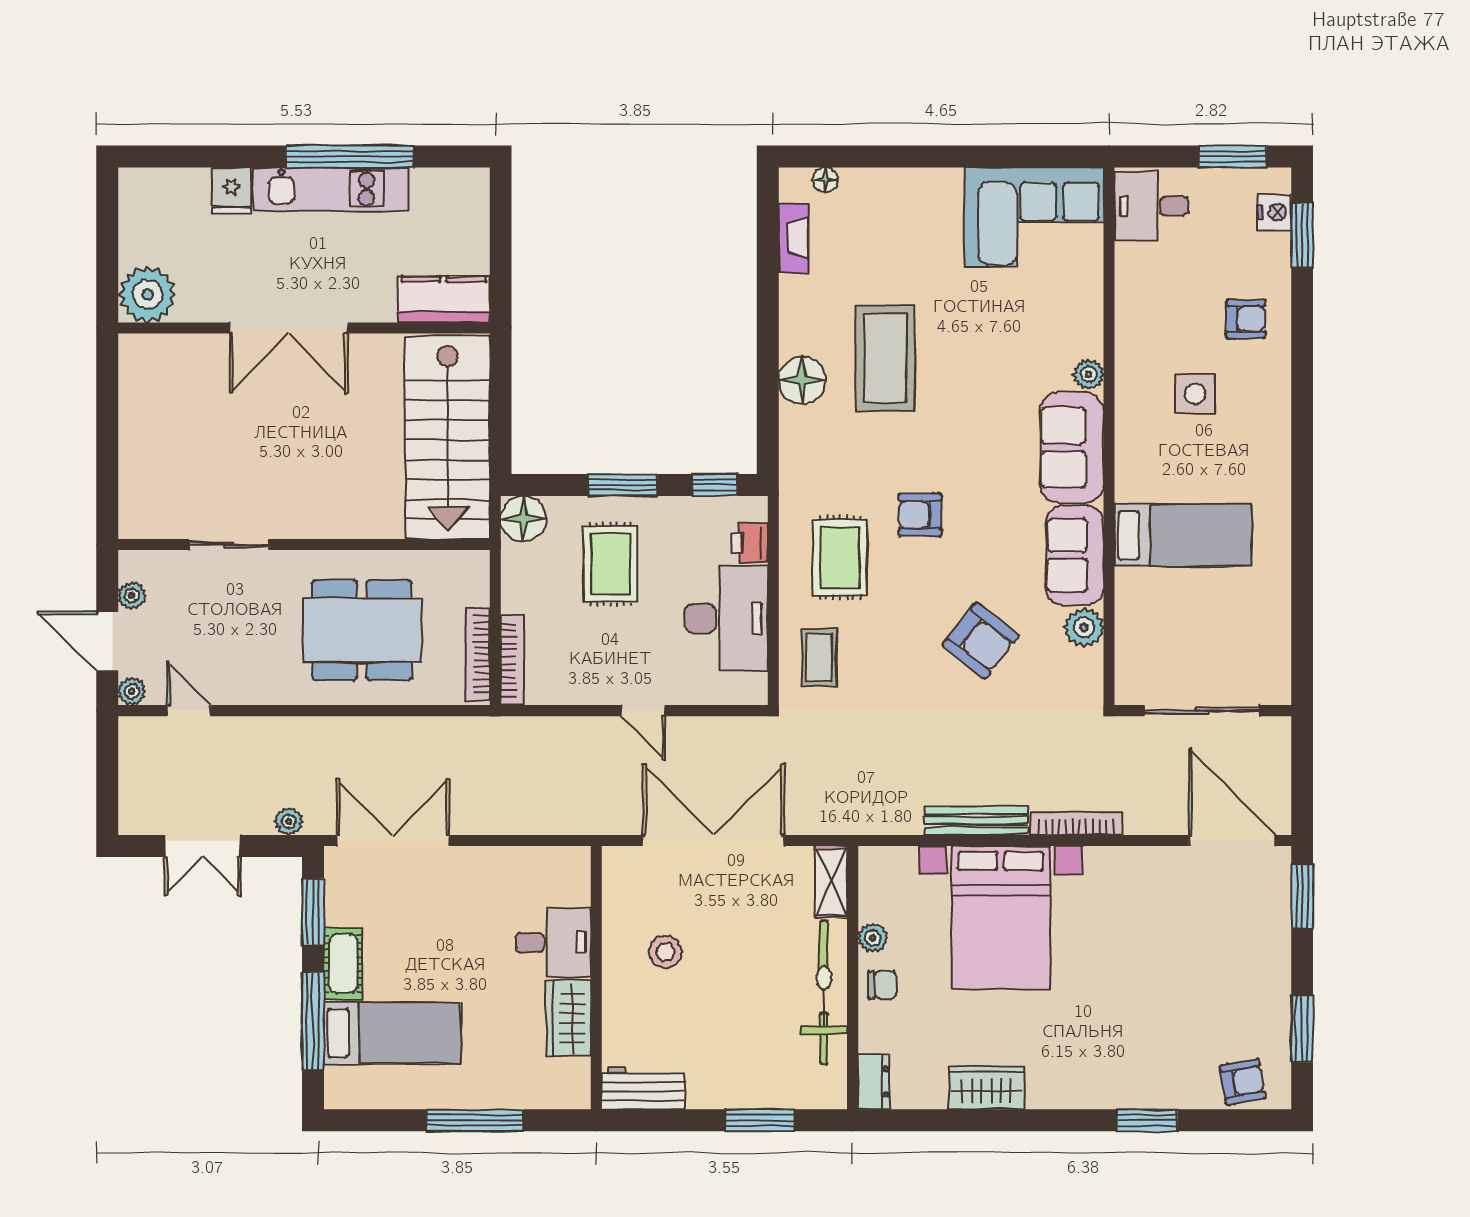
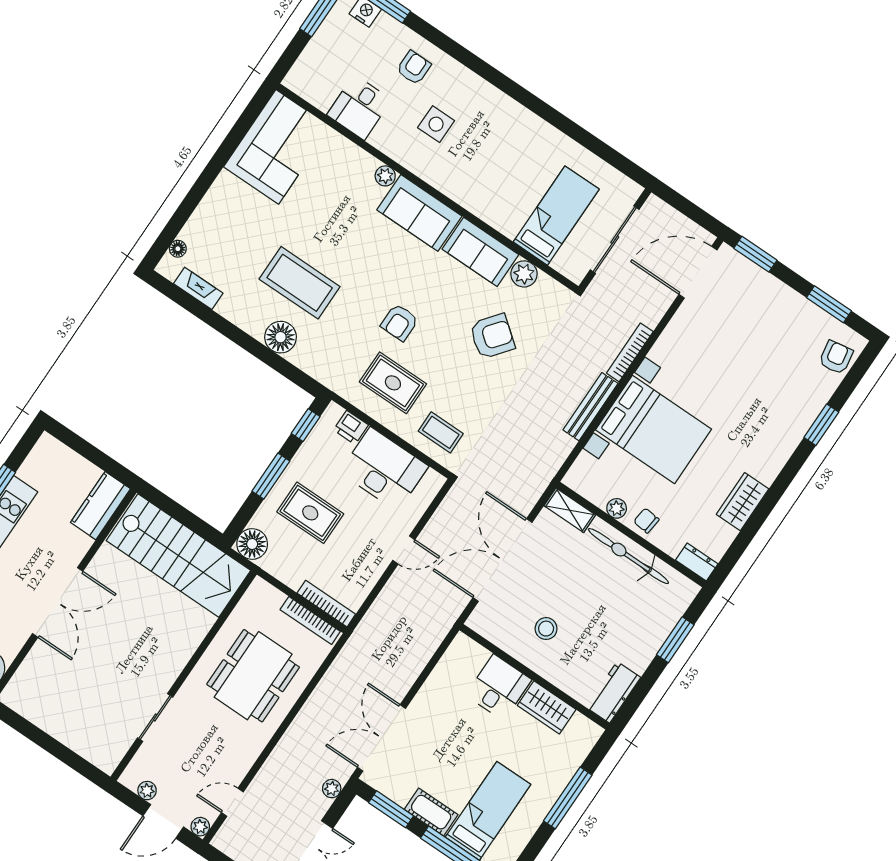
desk: (1151, 206) -> (359, 107), moved
bed: (1183, 535) -> (556, 216), moved
chair: (883, 985) -> (646, 521), turned -84

